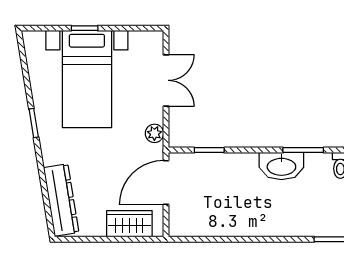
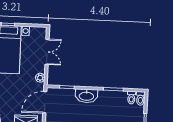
washbasin: (281, 166) -> (86, 96), moved

